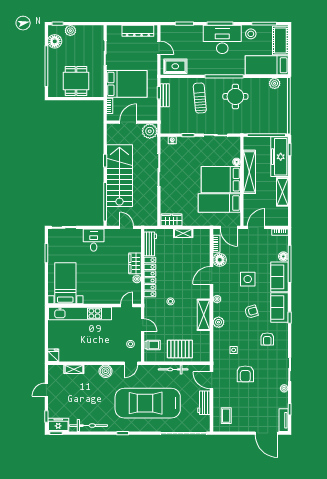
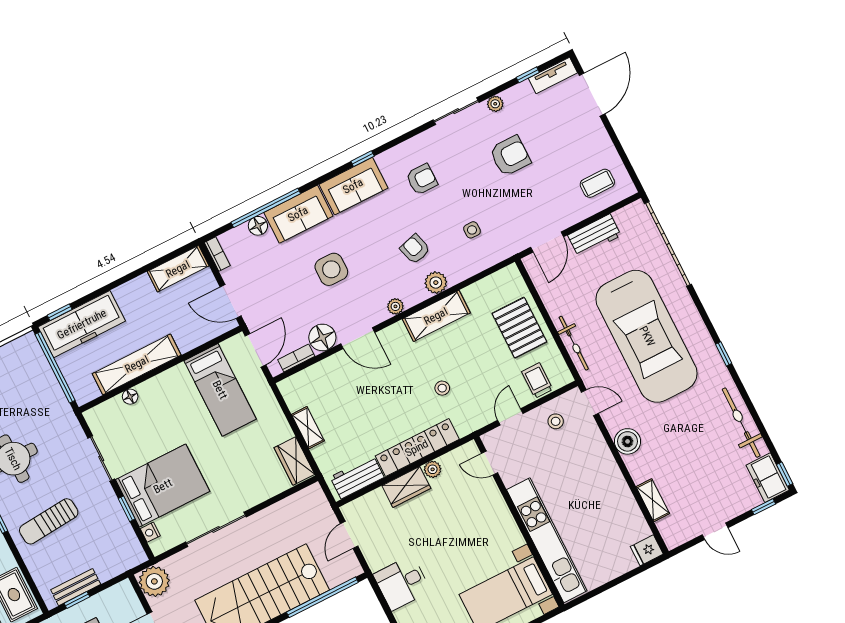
bed: (221, 180) -> (163, 486), moved, turned -90
shelving: (282, 192) -> (178, 269), moved
armchair: (251, 312) -> (415, 249), moved
bicycle: (173, 369) -> (574, 343), moved
armchair: (245, 374) -> (510, 156), moved

